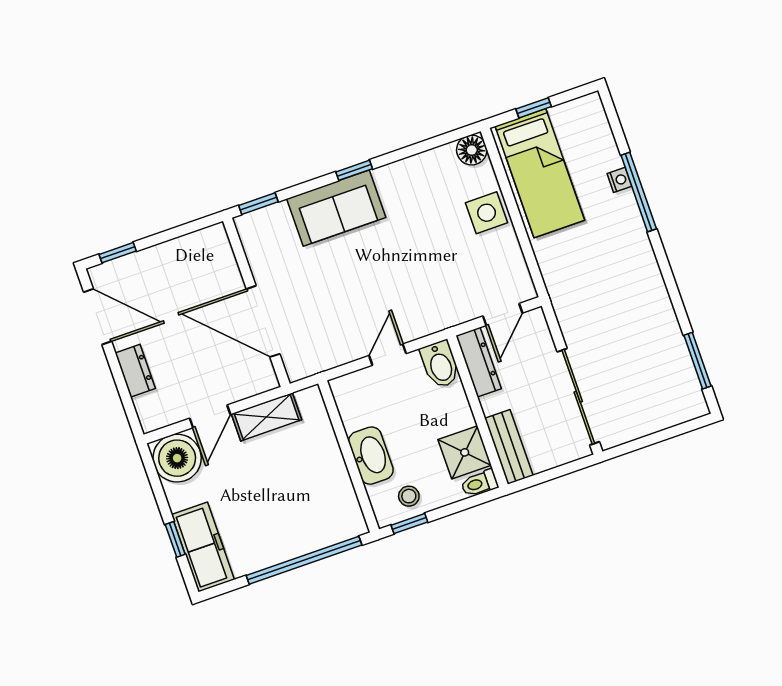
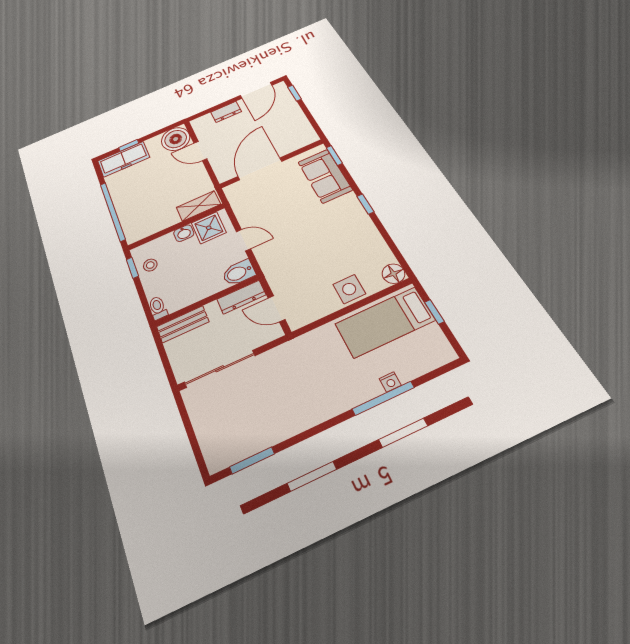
sofa: (336, 208) -> (325, 176), moved
shelving: (267, 417) -> (198, 206), moved, turned 90
shower: (465, 452) -> (209, 228), moved
washbasin: (371, 456) -> (184, 233), width x0.52, depth x0.69

